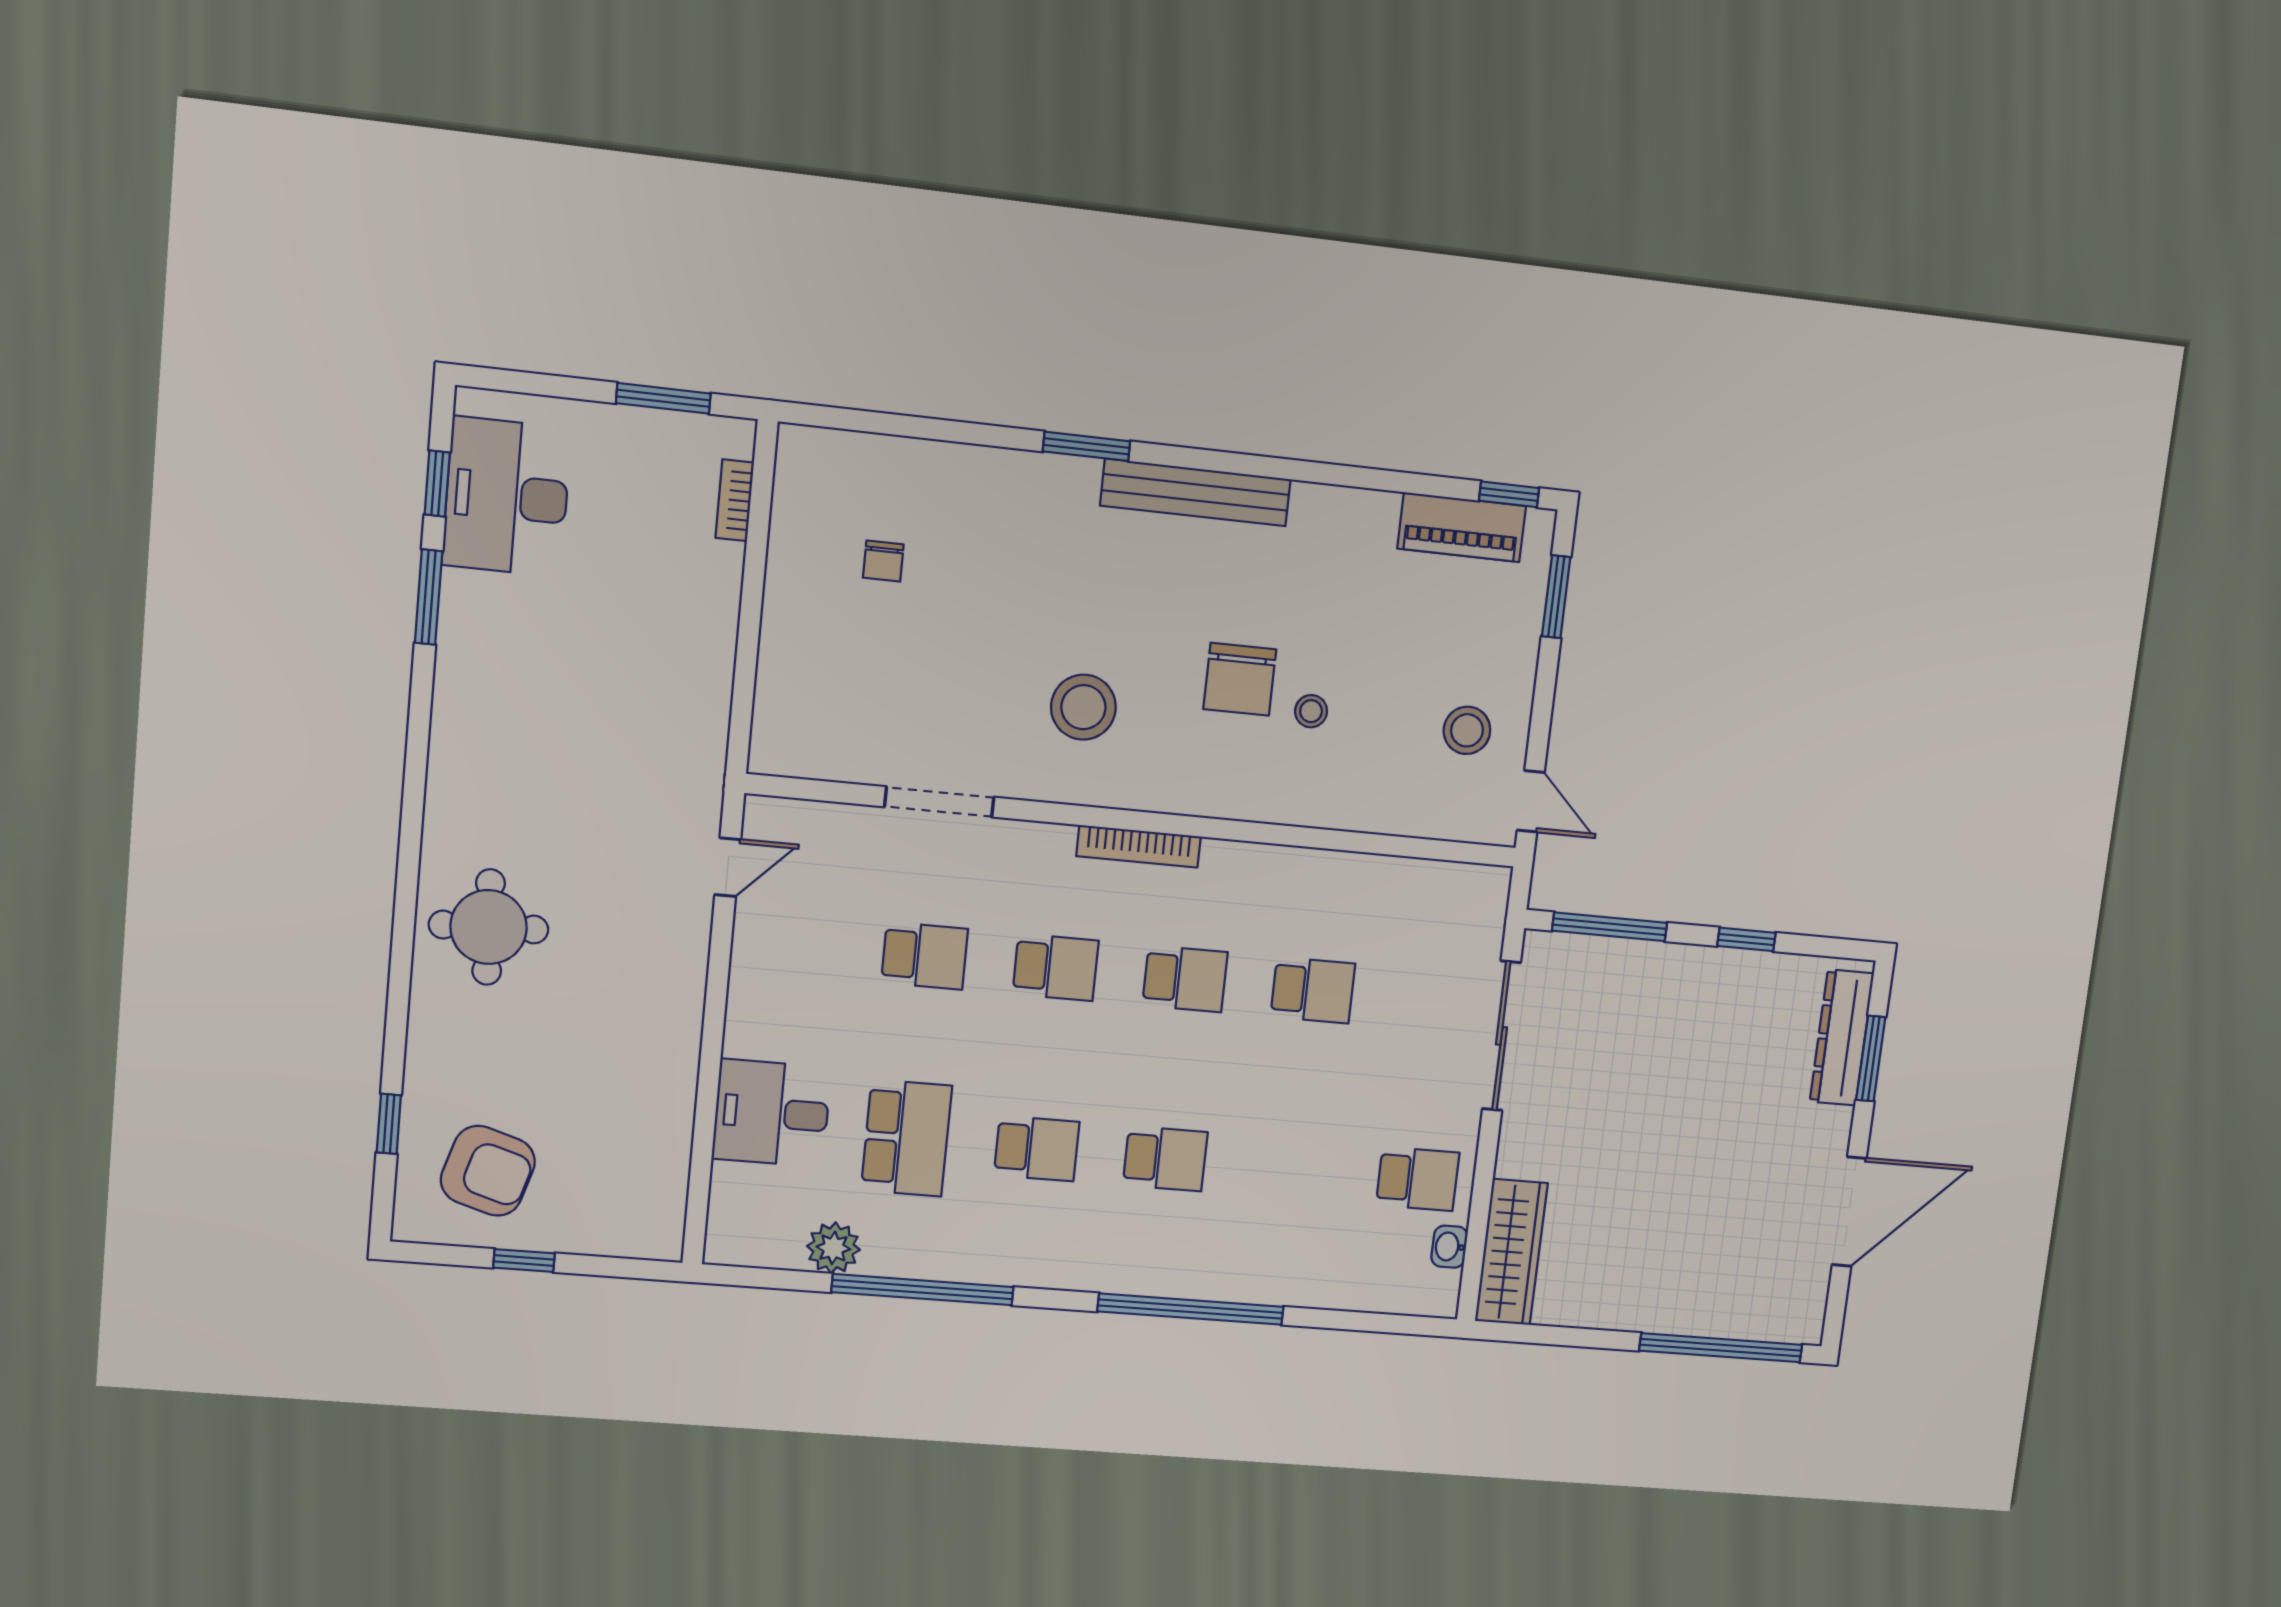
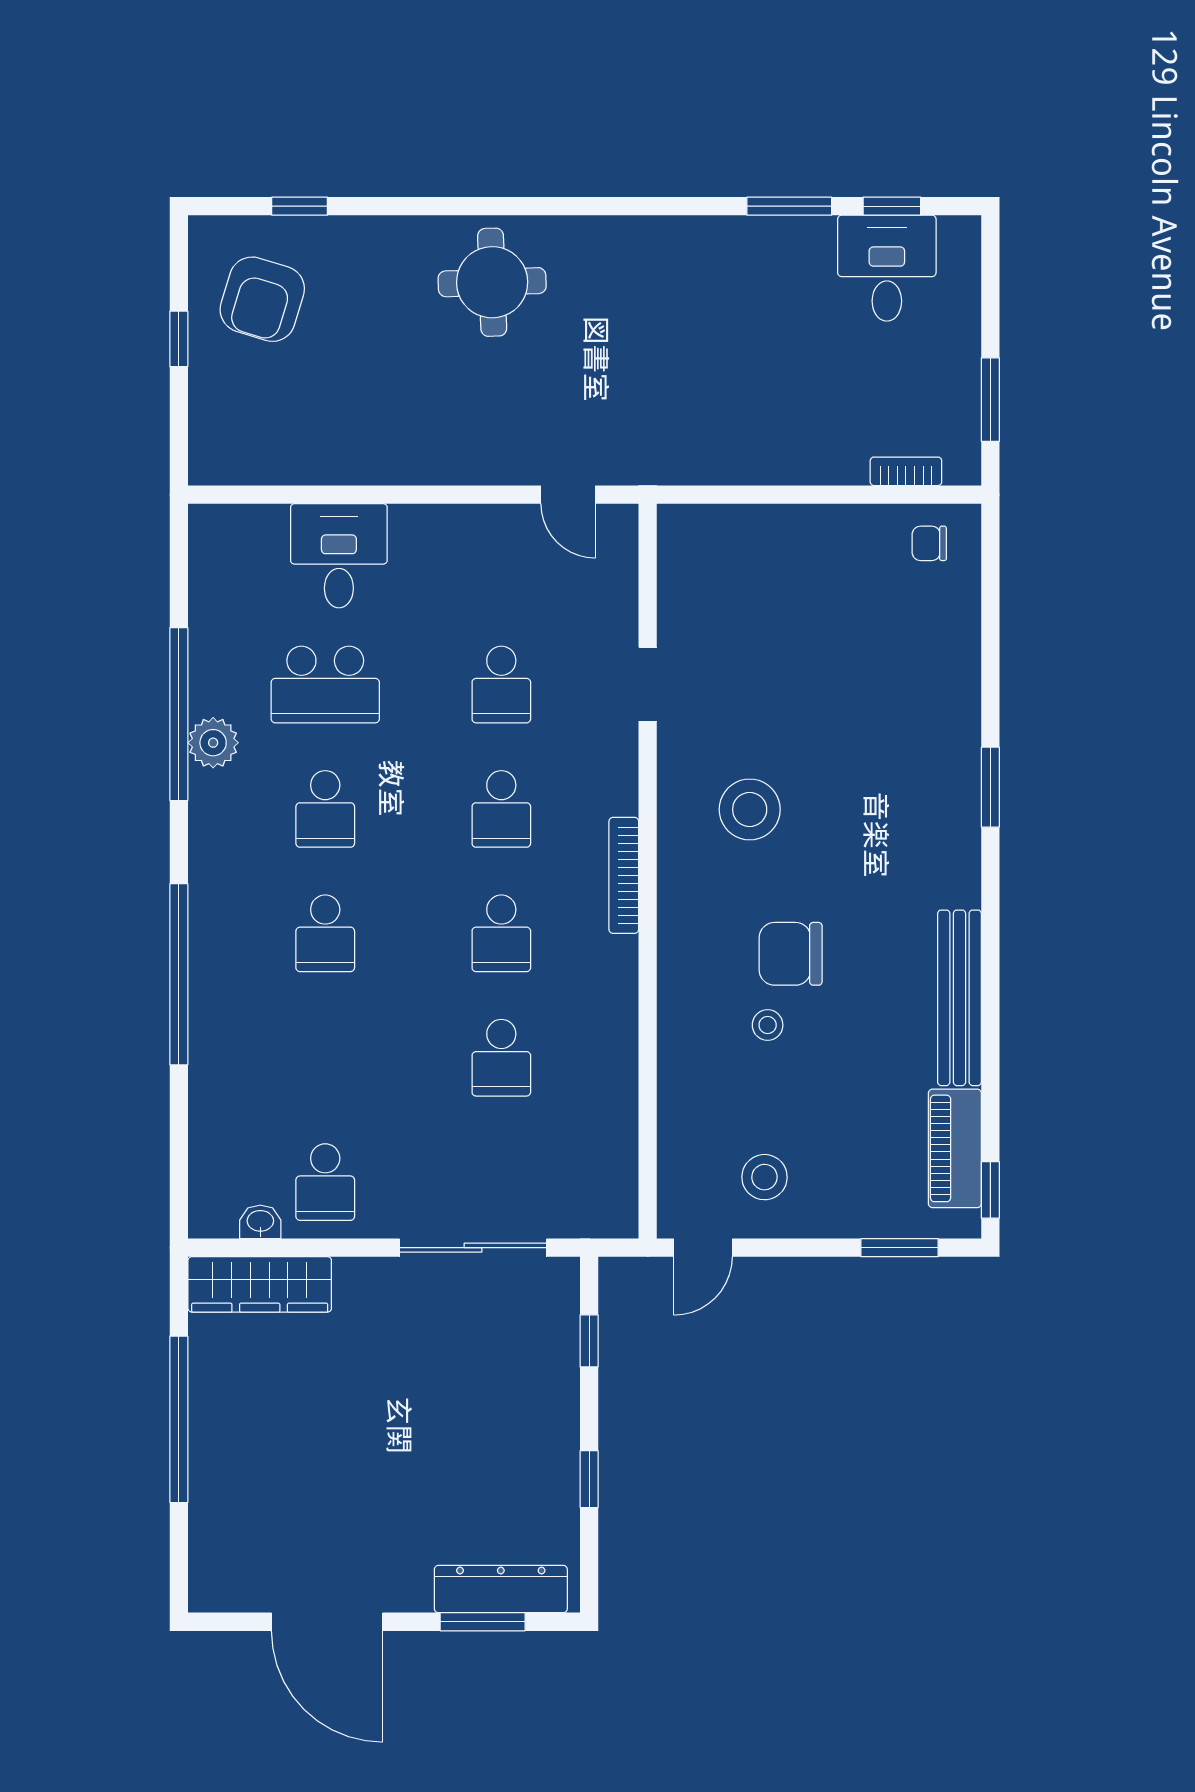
bench: (1196, 492) -> (959, 998), moved
desk: (507, 497) -> (887, 268), width x0.73
chair: (883, 561) -> (929, 543), moved
doorway: (939, 802) -> (648, 684), width x0.73
window: (1610, 927) -> (589, 1341), width x0.46
plant: (833, 1248) -> (213, 743), moved
window: (1721, 1348) -> (179, 1419), moved

